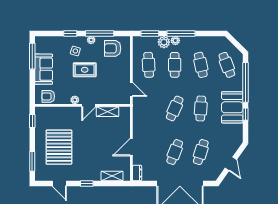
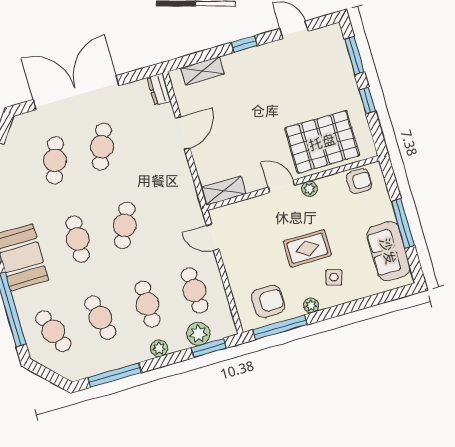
window: (70, 33) -> (352, 306), removed
window: (100, 33) -> (280, 327), moved
window: (181, 33) -> (115, 375), moved
plant: (164, 42) -> (198, 334), moved
window: (32, 56) -> (403, 223), moved
sofa: (44, 69) -> (388, 251), moved
door: (89, 105) -> (281, 186), hinge flipped
shelving: (107, 112) -> (224, 191), moved
window: (32, 121) -> (367, 100), moved
pallet: (59, 147) -> (322, 142), moved, turned 90

